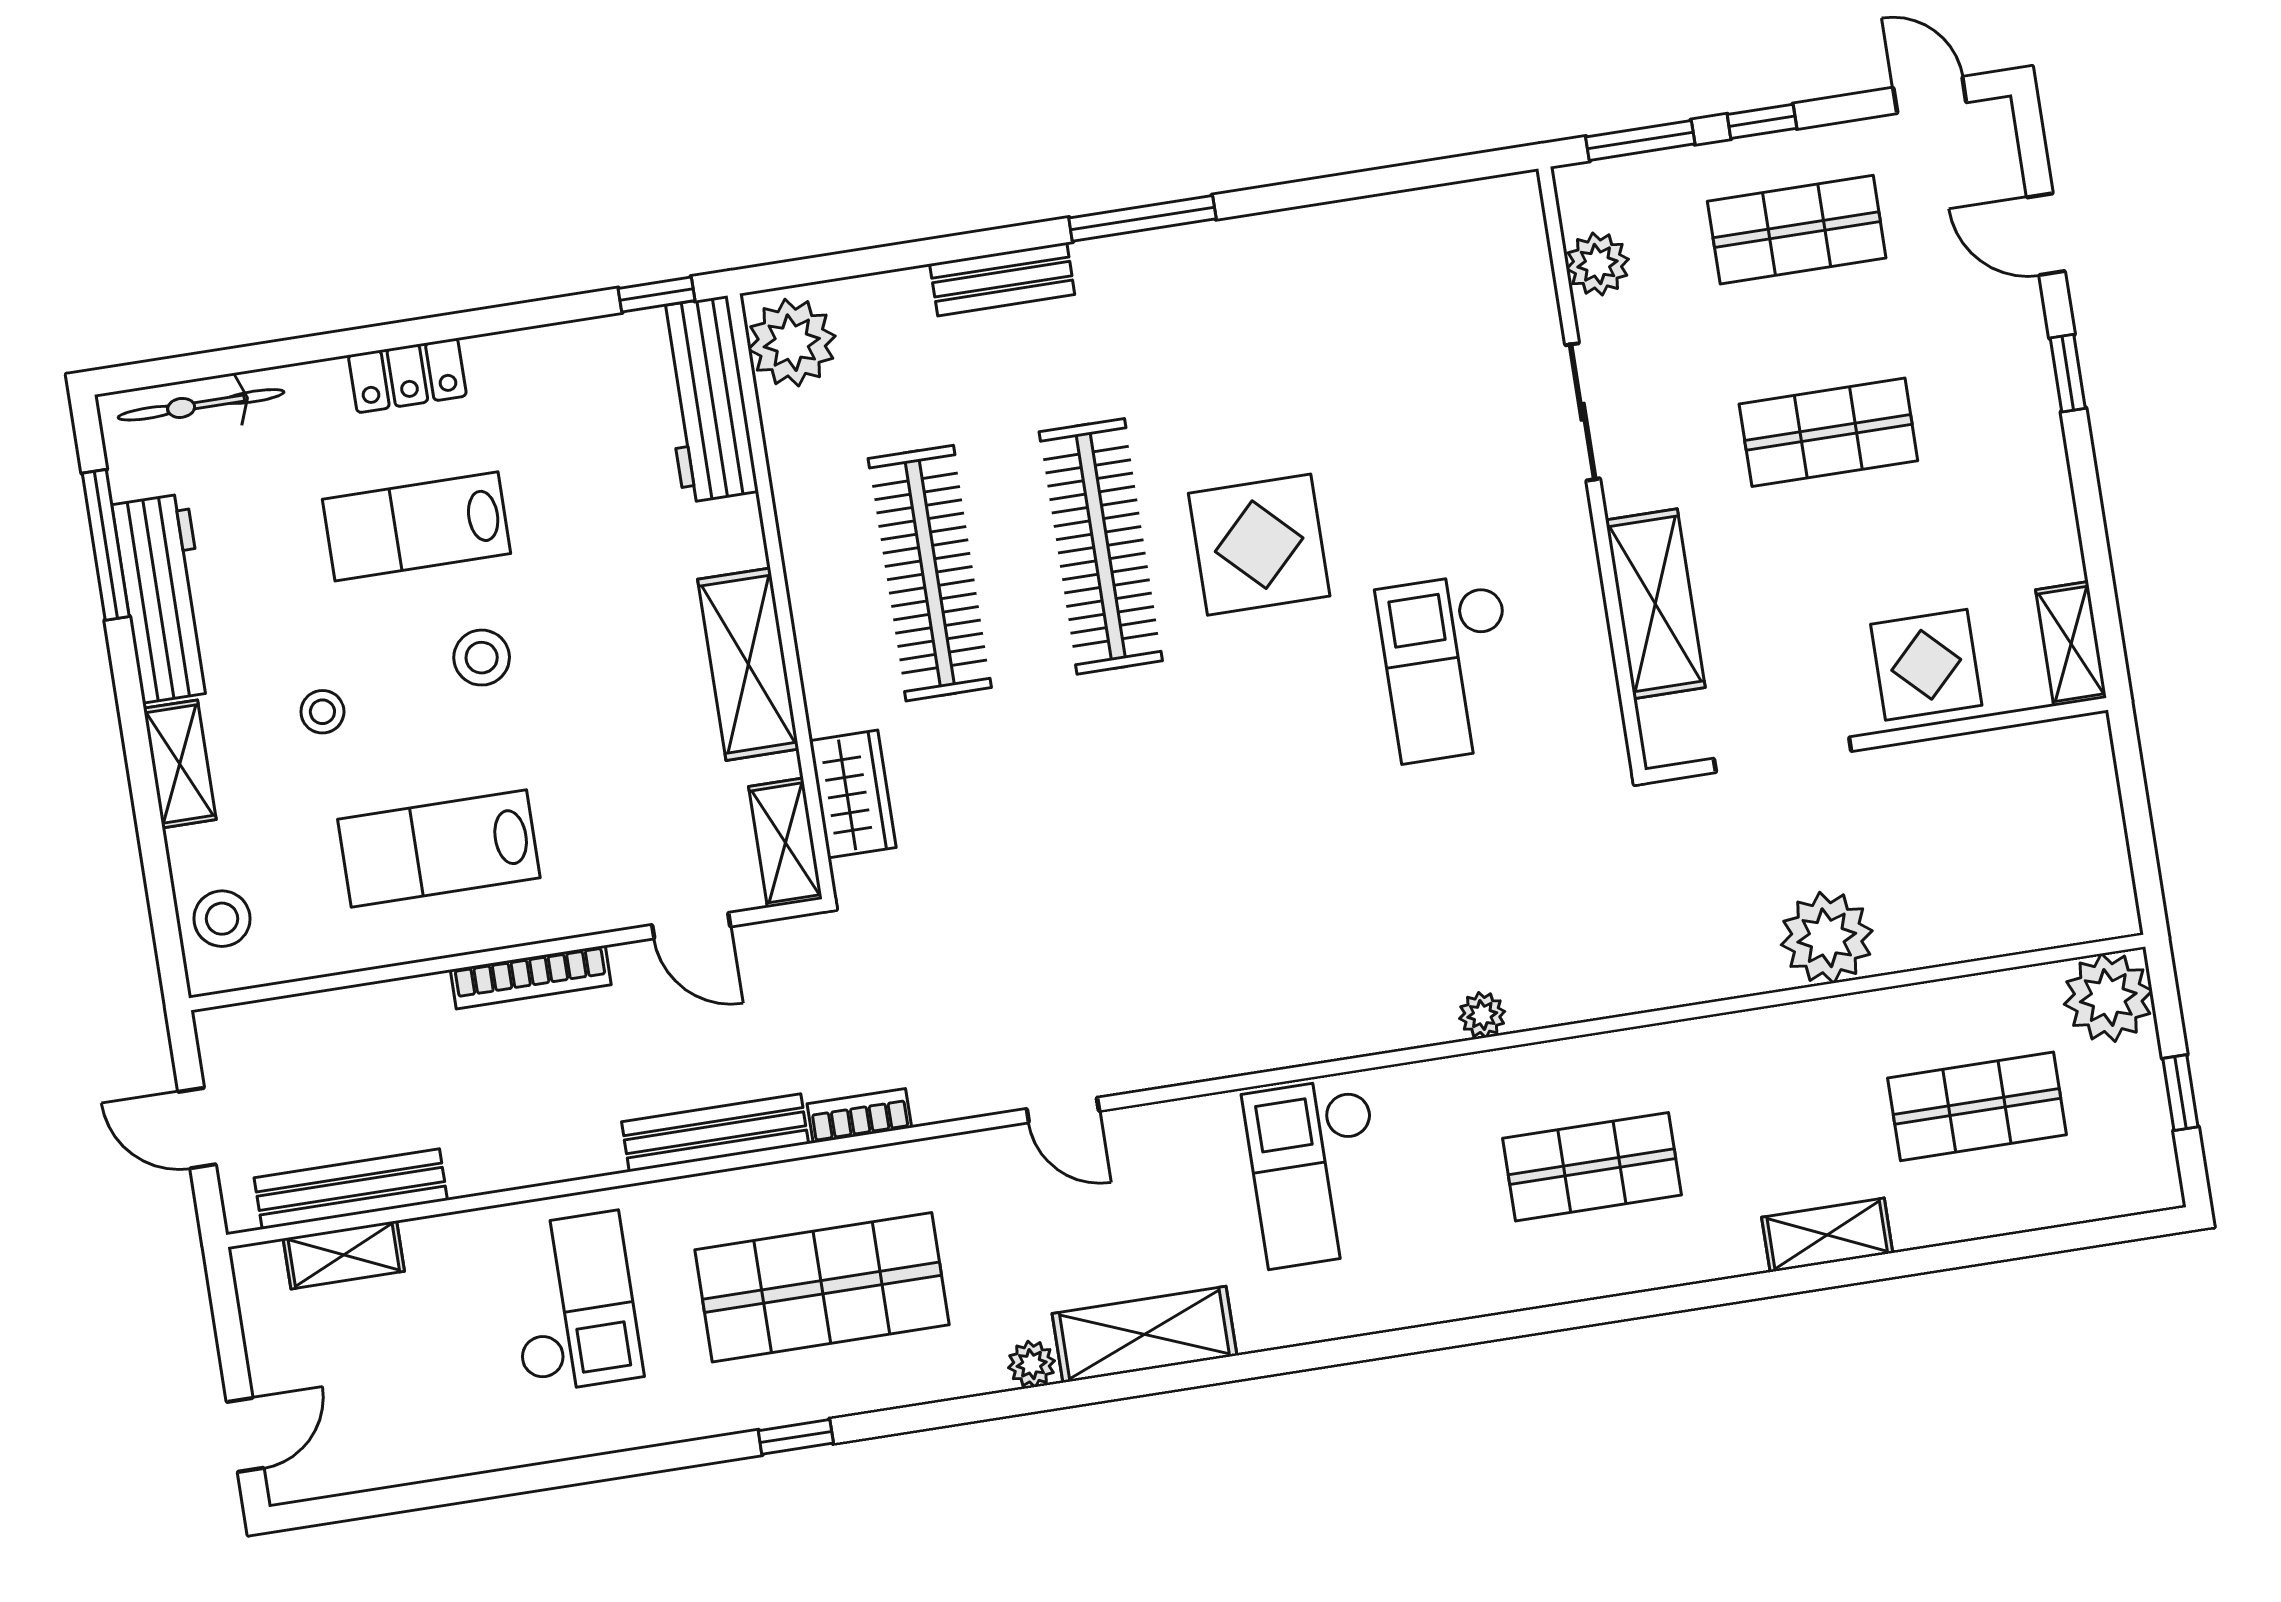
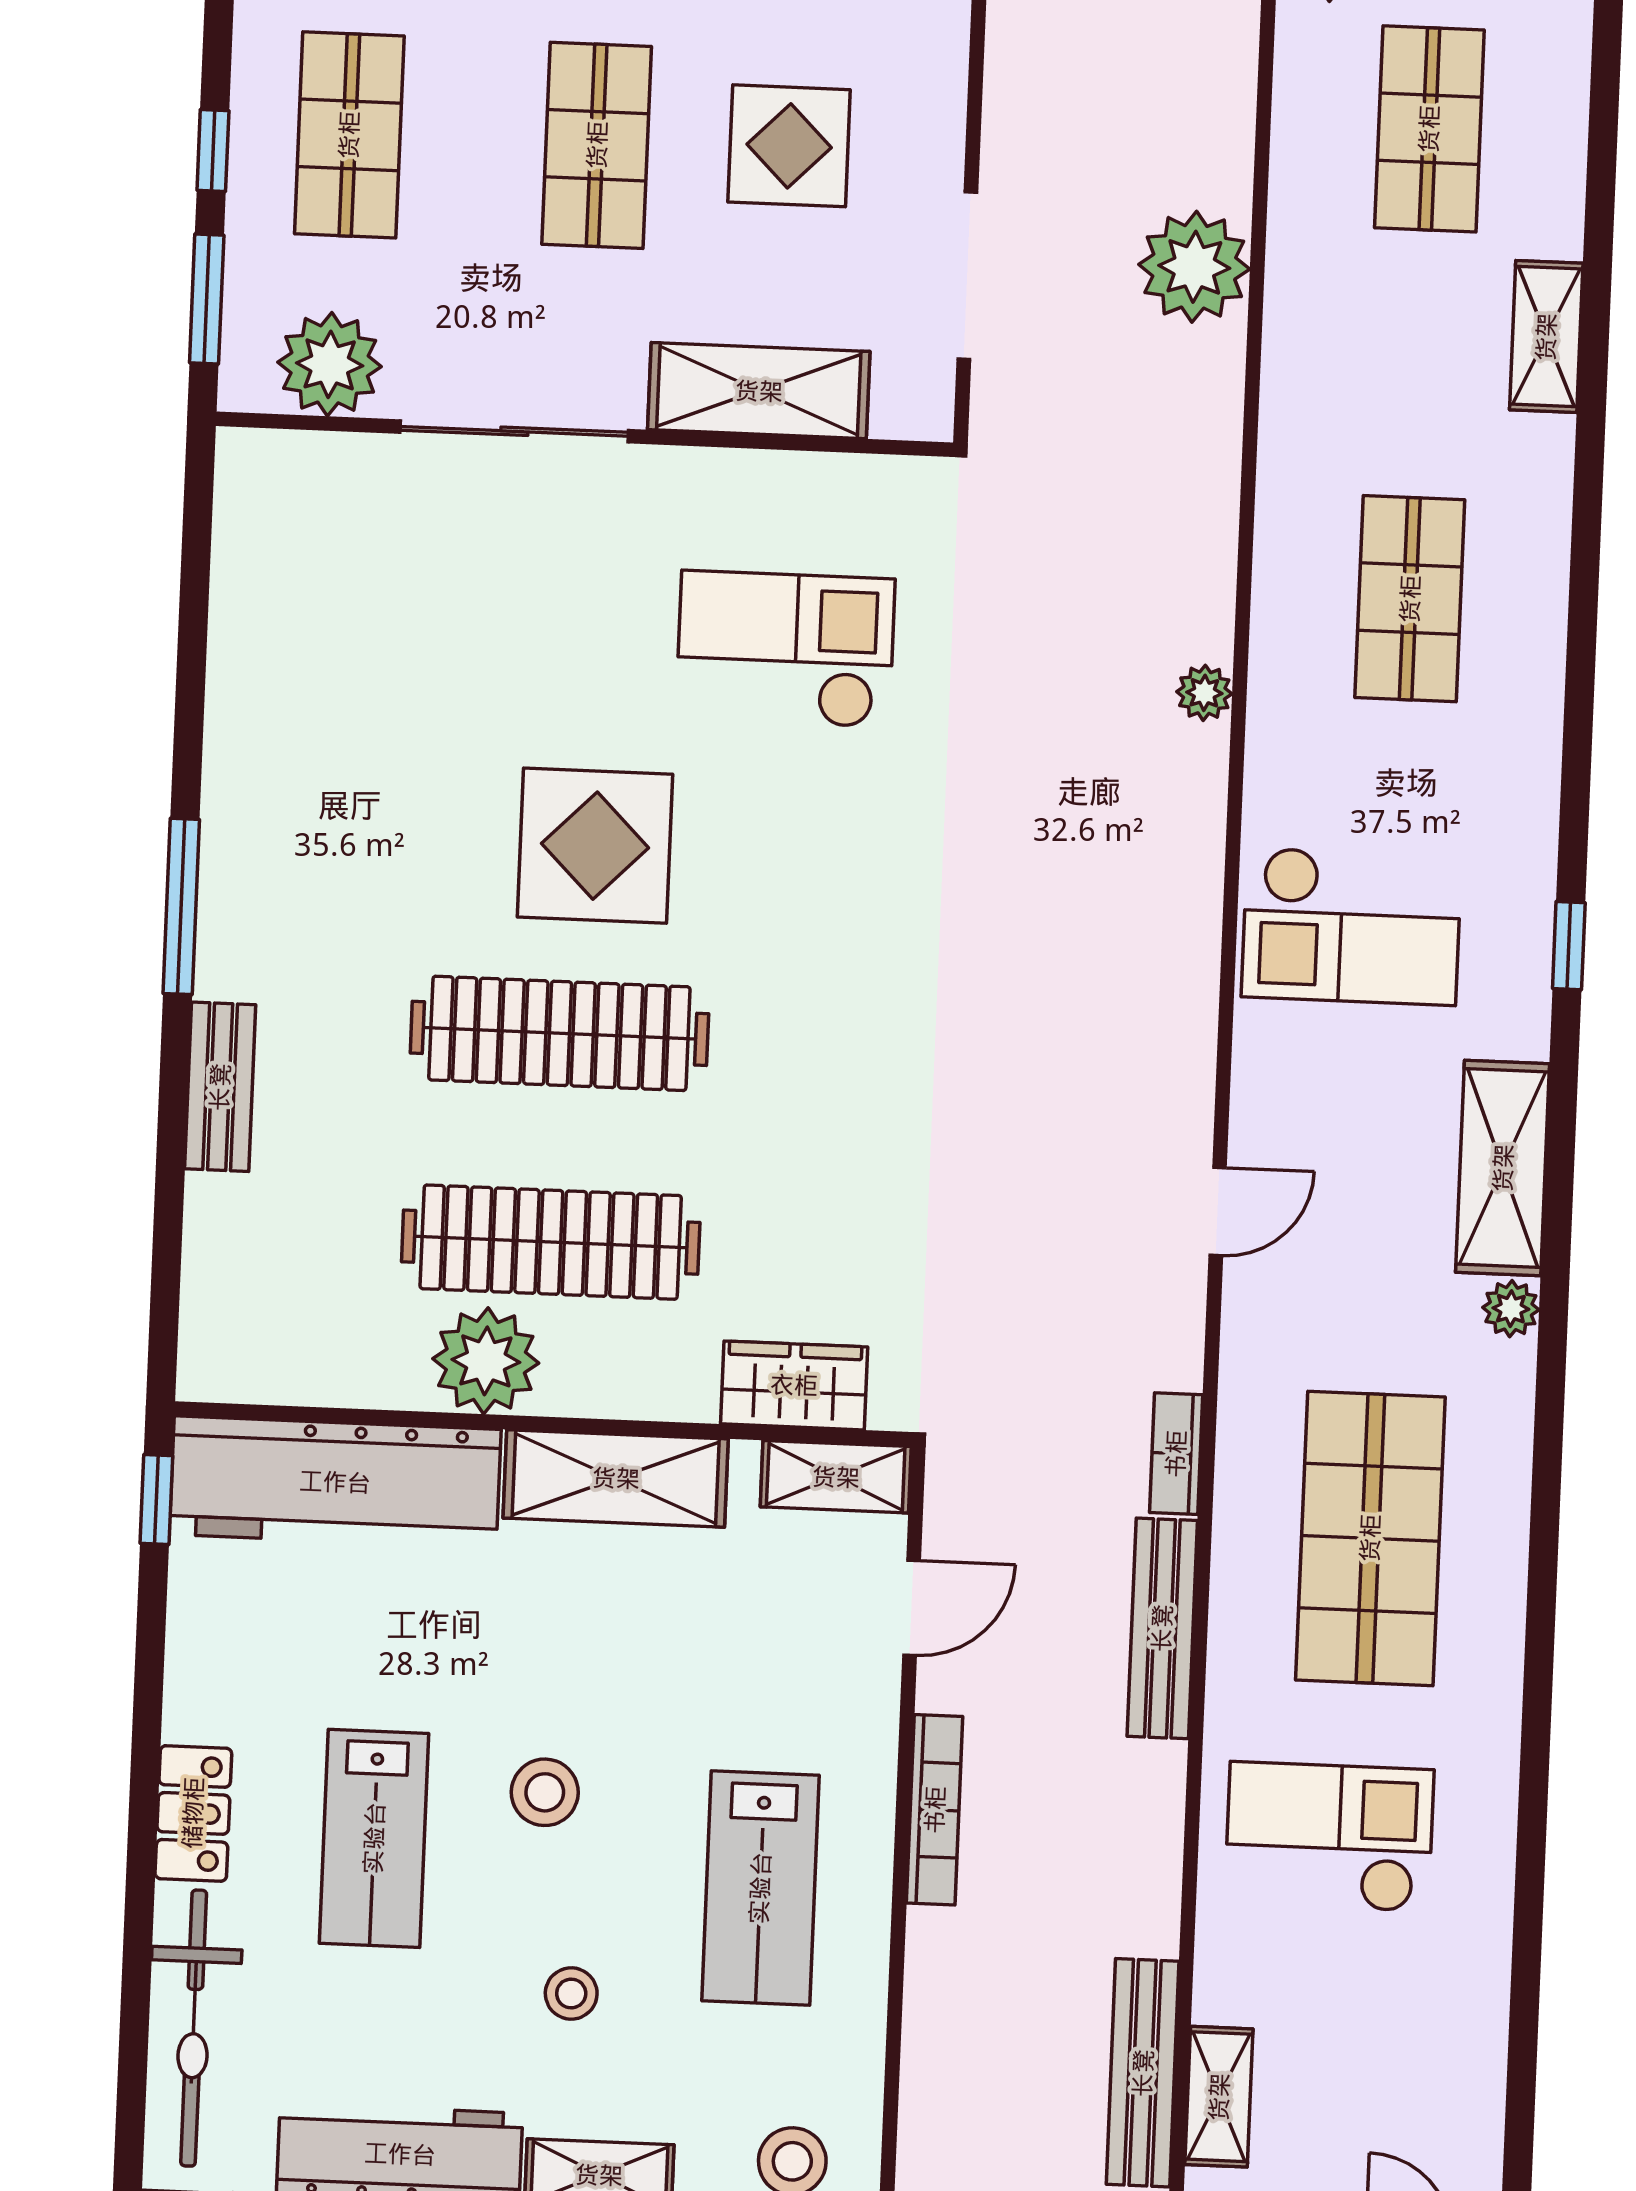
plant: (1597, 264) -> (330, 364), width x1.36, depth x1.36
plant: (792, 343) -> (486, 1361), moved
workbench: (706, 399) -> (335, 1482), width x1.36, depth x1.32
bicycle: (201, 405) -> (194, 2028), width x1.37, depth x1.40
sliding door: (1583, 412) -> (514, 431), width x1.37
display table: (1926, 665) -> (789, 146), moved
checkout: (1450, 668) -> (785, 649), turned 180
window: (796, 1437) -> (1569, 946), moved

